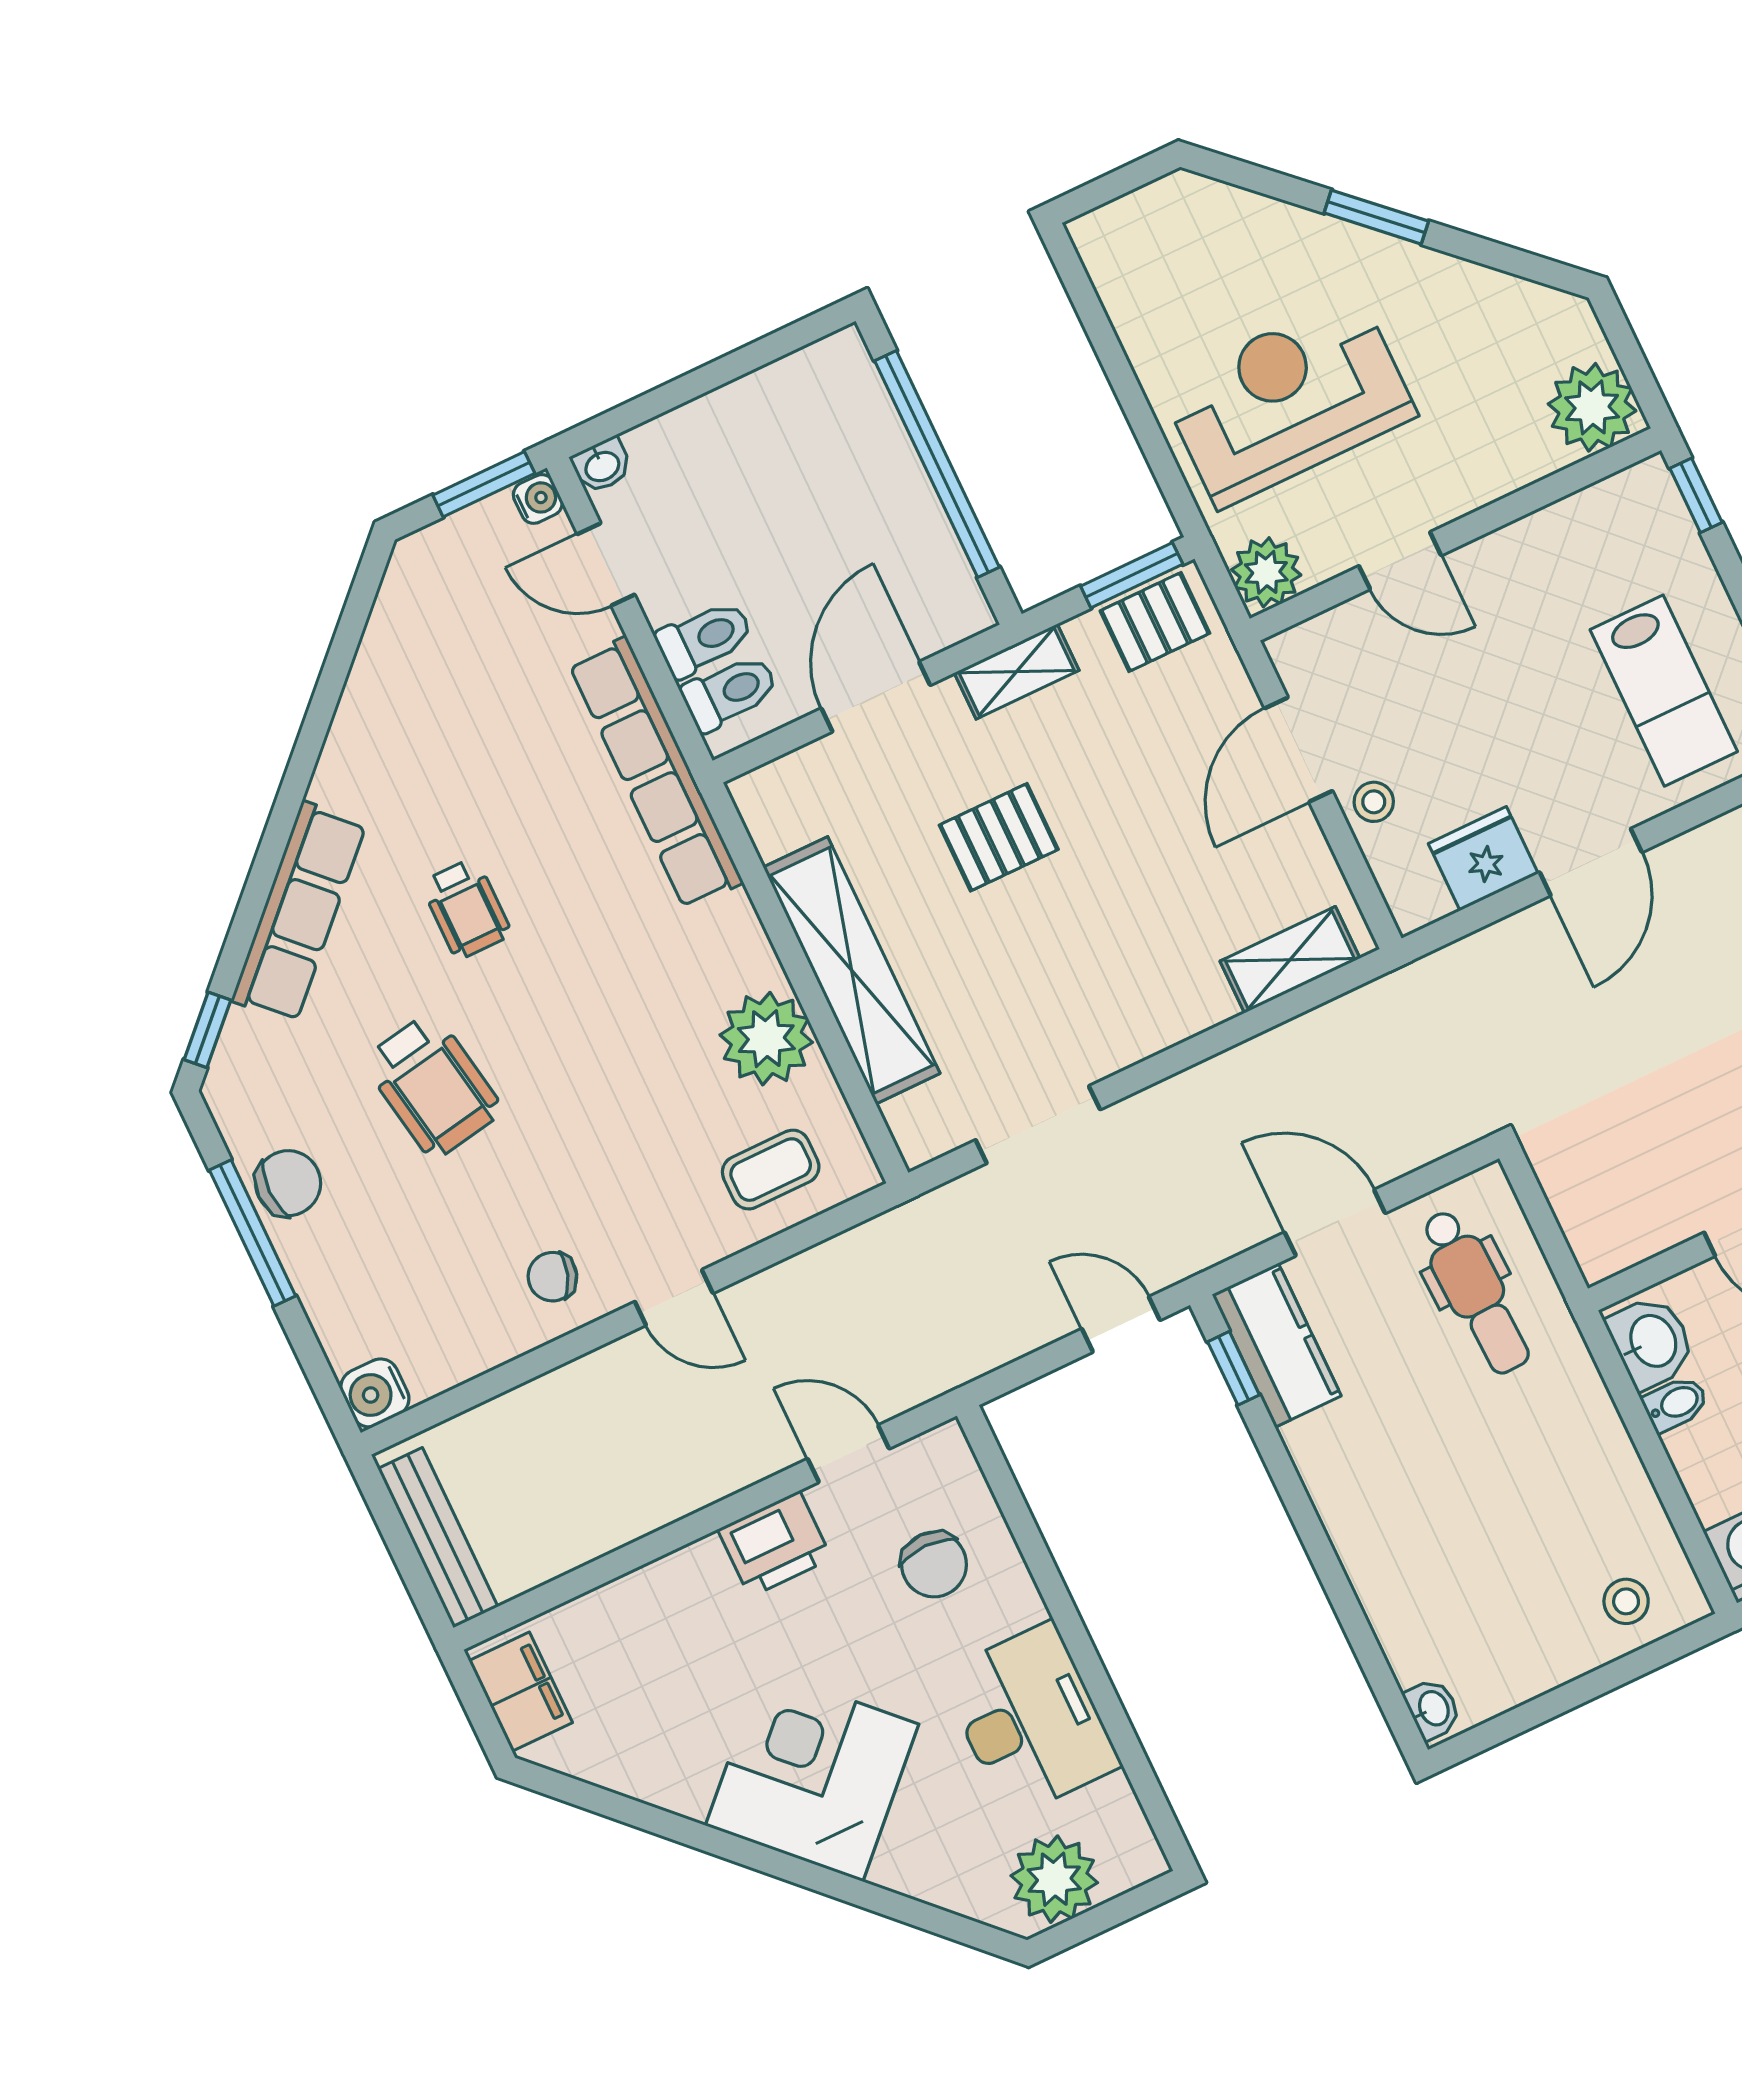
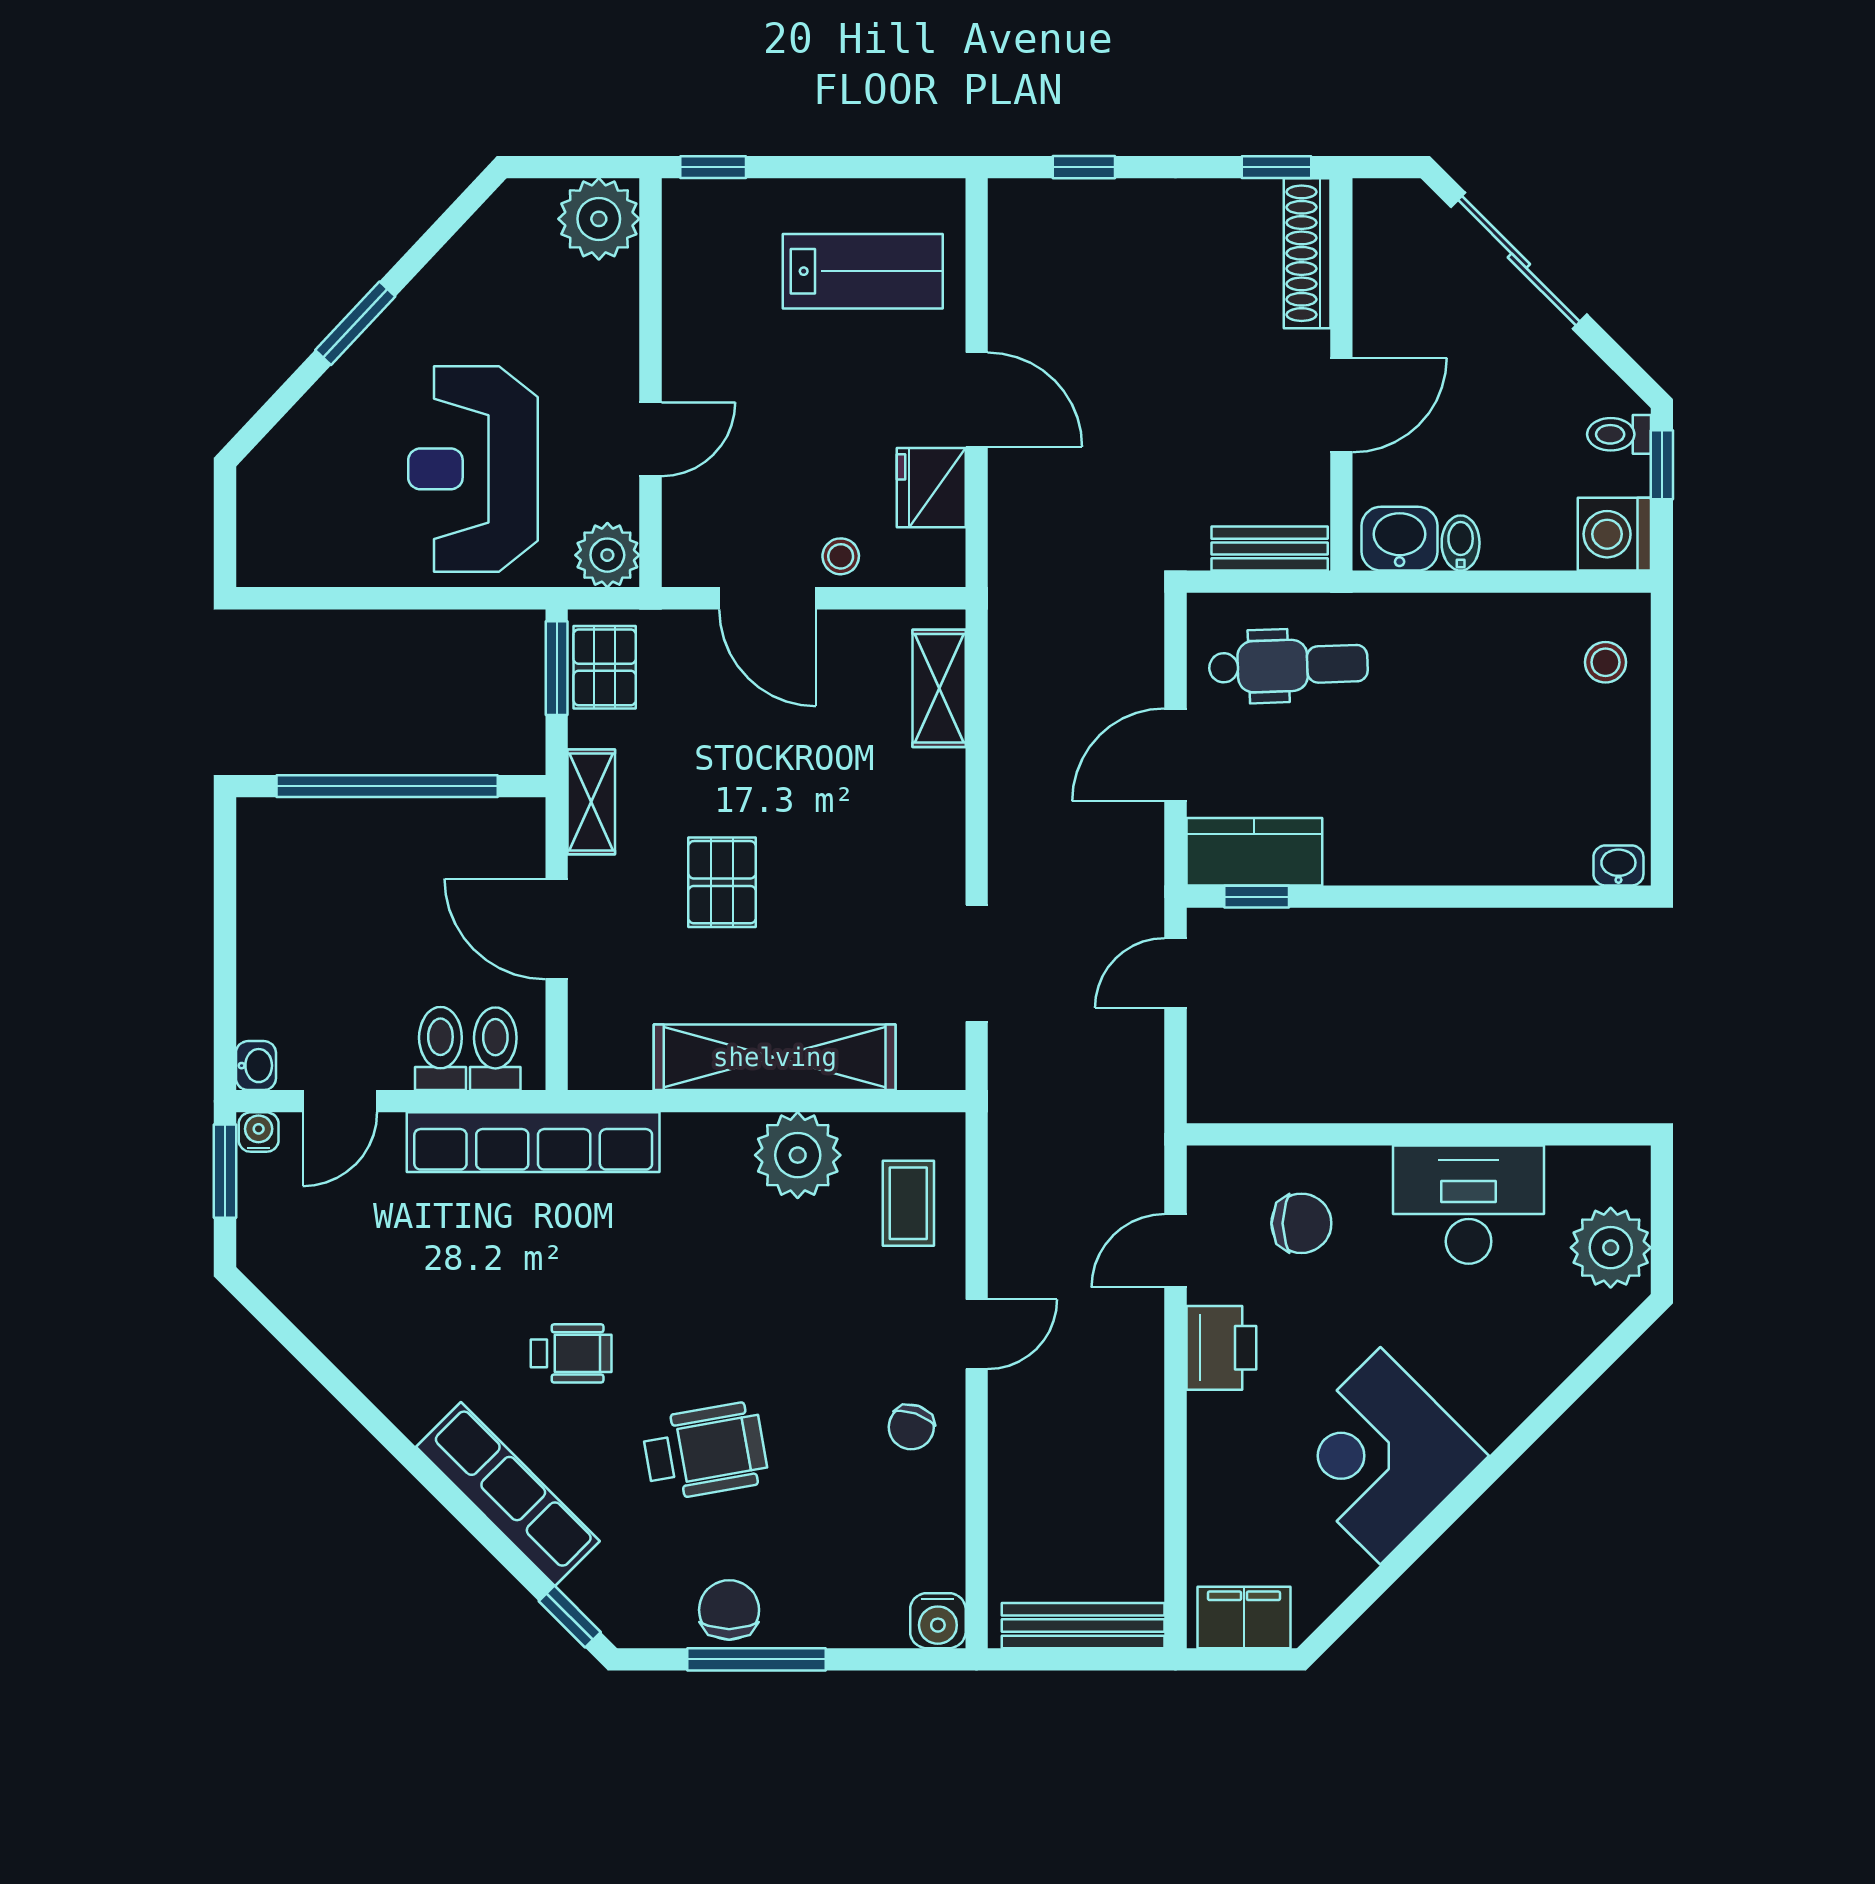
bench: (1581, 1219) -> (1270, 548), added
corner desk: (812, 1775) -> (1380, 1456), moved

